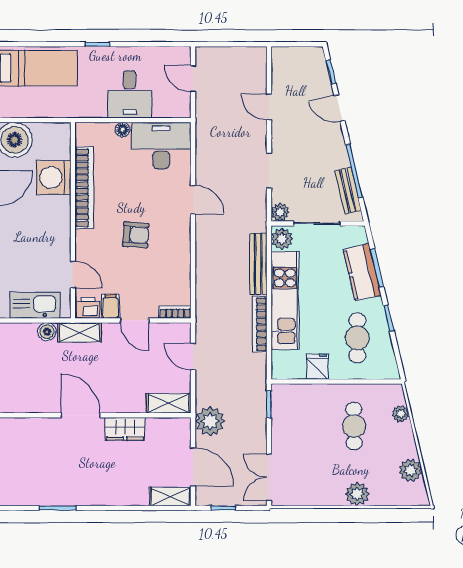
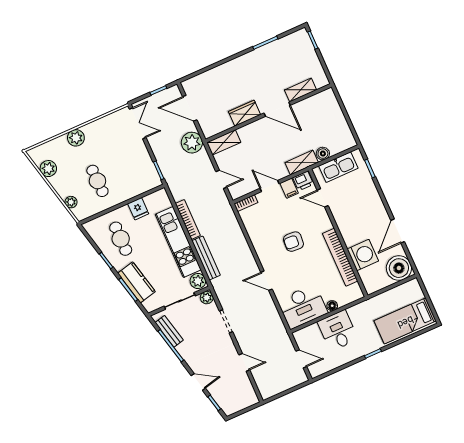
shelving: (170, 497) -> (301, 90), moved

